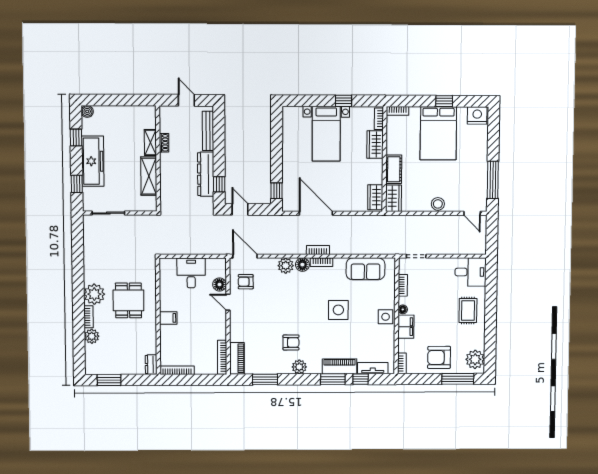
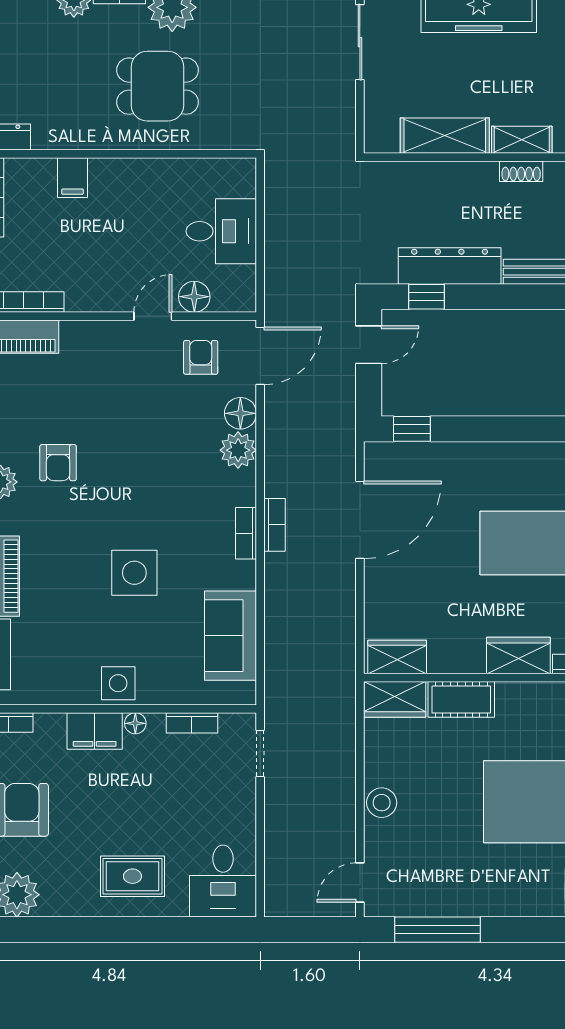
floor lamp: (302, 265) -> (240, 413), moved
filing cabinet: (168, 318) -> (73, 178), moved

